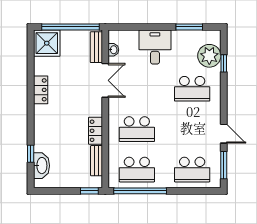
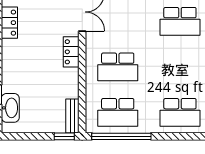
locker: (95, 131) -> (71, 52), moved
bench: (96, 161) -> (72, 116), moved

